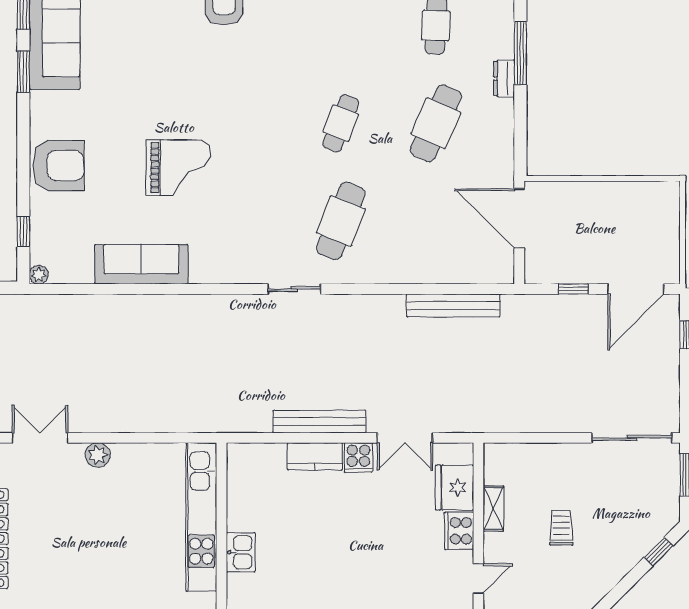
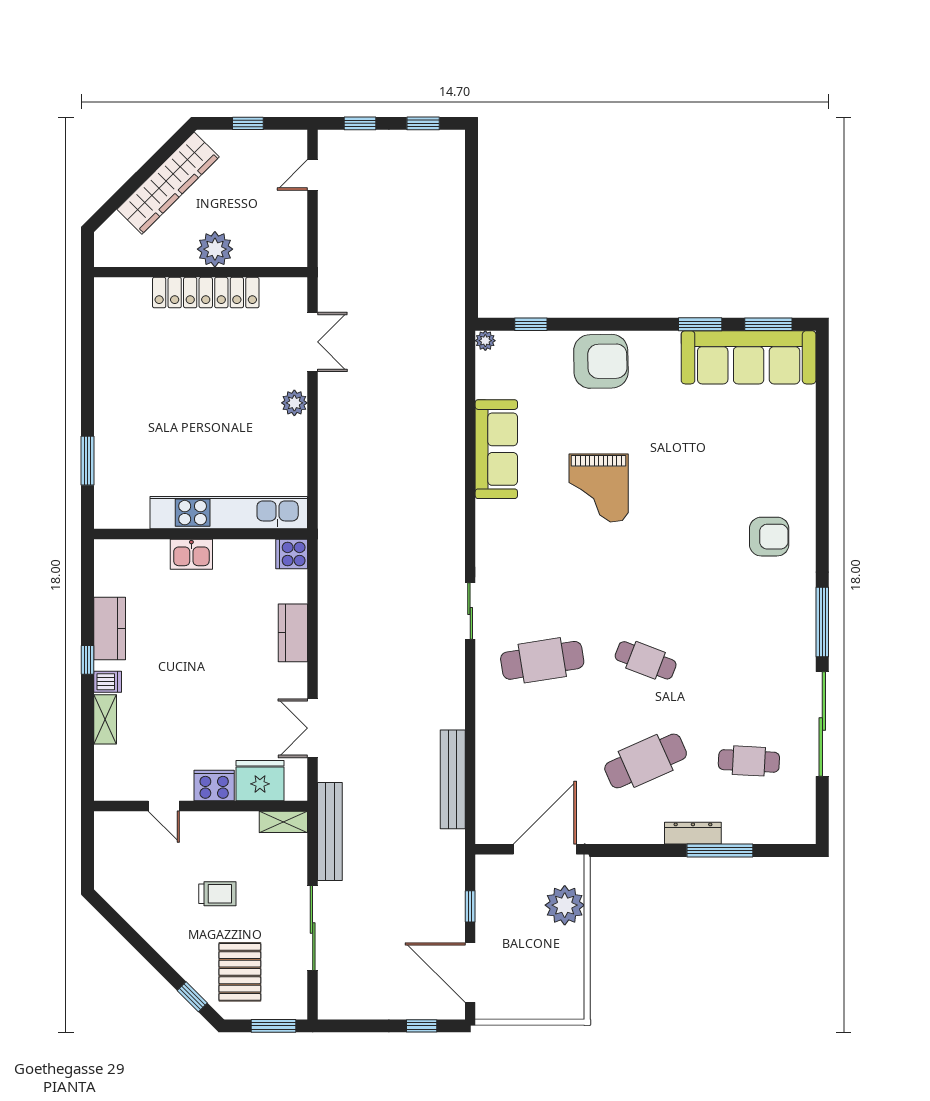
dresser: (504, 78) -> (693, 833), width x1.44
cafe table: (436, 123) -> (646, 761), turned -48
armchair: (58, 165) -> (601, 361), turned -91
plant: (572, 200) -> (565, 905), added
cafe table: (341, 221) -> (542, 660), turned -30
bench: (319, 421) -> (330, 832), moved
sliding door: (632, 438) -> (313, 928), moved
cooker: (358, 458) -> (292, 554), moved
pallet: (635, 507) -> (240, 972), added
shelving: (493, 508) -> (283, 822), moved

